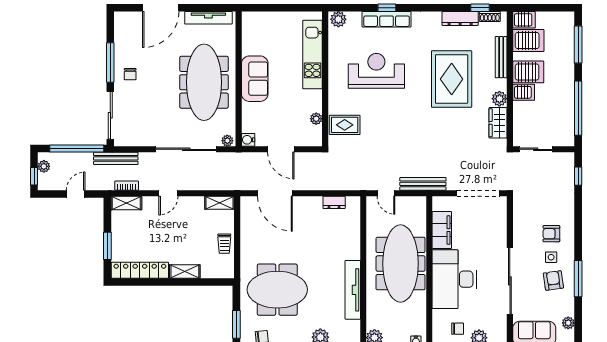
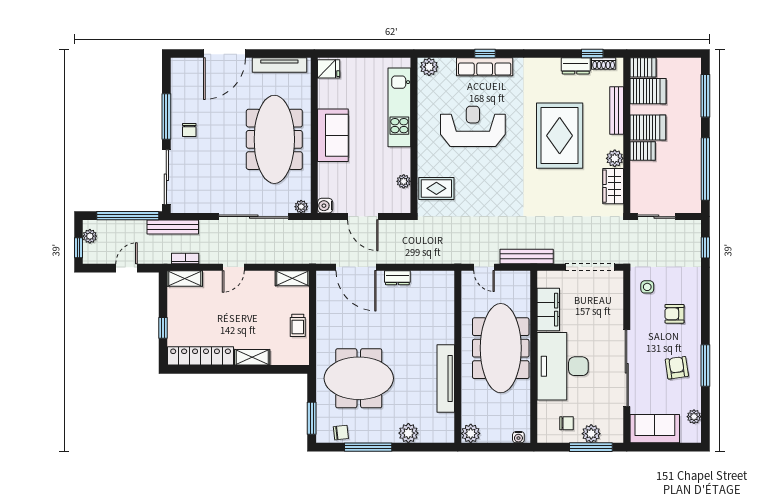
dresser: (460, 18) -> (576, 66), width x0.70
fridge: (251, 21) -> (329, 69), added
dresser: (334, 202) -> (397, 278), moved
window: (107, 246) -> (163, 328), width x0.67
side table: (551, 257) -> (647, 287), moved

